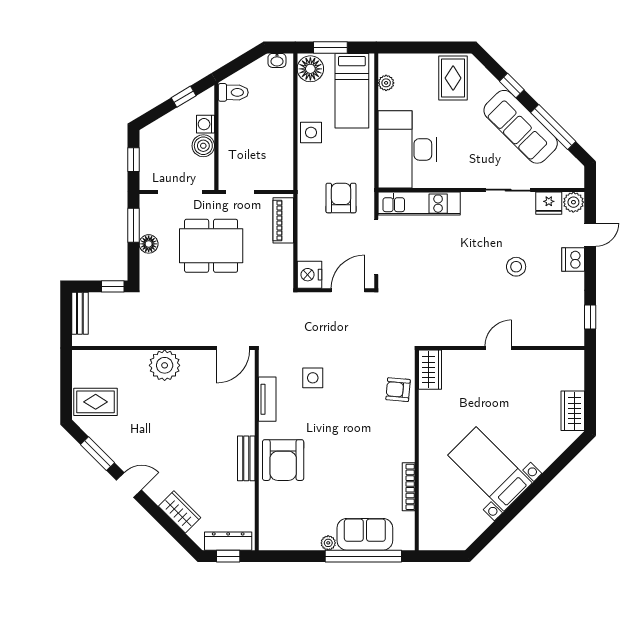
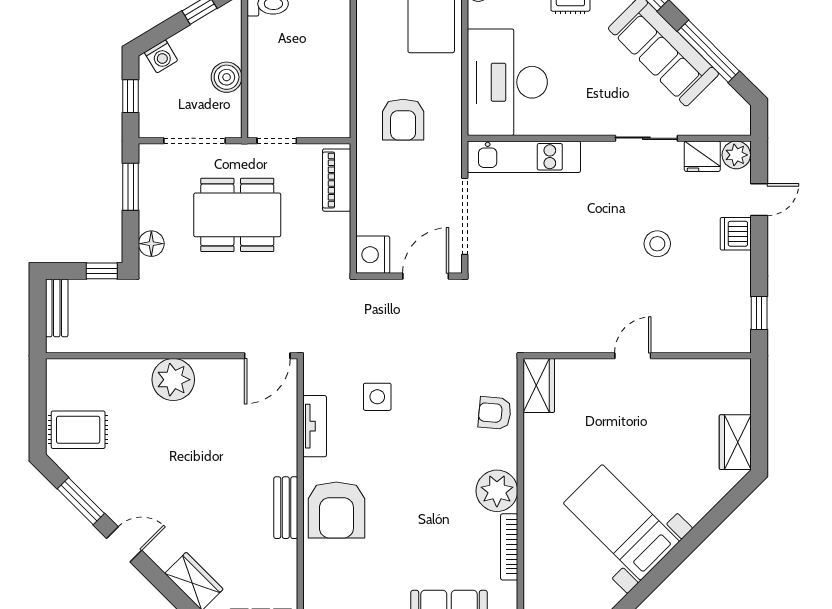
washing machine: (205, 124) -> (161, 56), moved, turned -121
side table: (311, 133) -> (375, 59), removed
armchair: (341, 198) -> (403, 120), moved, turned 180
floor lamp: (149, 244) -> (151, 244), moved
plant: (400, 446) -> (497, 491), added

